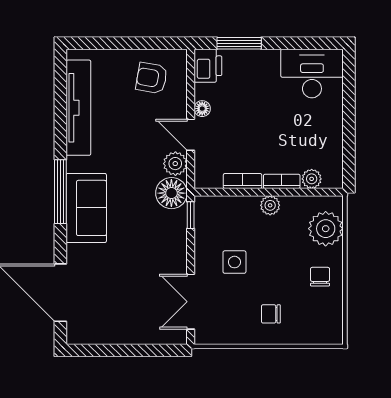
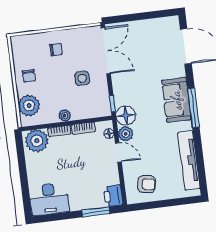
floor lamp: (202, 109) -> (109, 134), moved
plant: (312, 179) -> (37, 141), width x1.88, depth x1.88
double door: (191, 302) -> (106, 51), width x1.37

